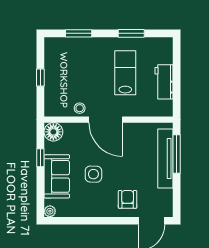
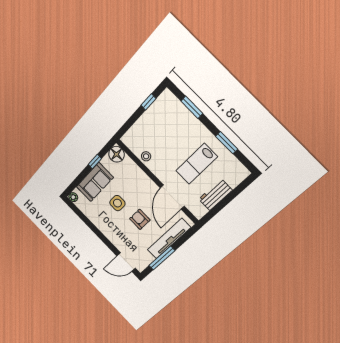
lab bench: (125, 73) -> (197, 164), turned 180
window: (40, 78) -> (148, 102), moved
door: (106, 120) -> (172, 197), moved
window: (177, 154) -> (162, 258), moved
armchair: (128, 199) -> (140, 219), moved, turned -90

